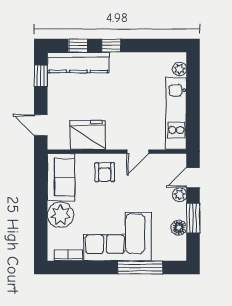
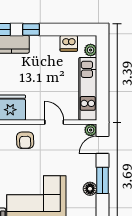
dishwasher: (154, 61) -> (69, 43), added
door: (138, 152) -> (54, 122), swing flipped
plant: (180, 195) -> (91, 130), moved

